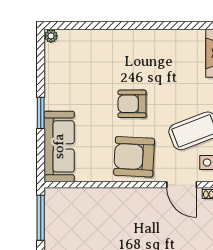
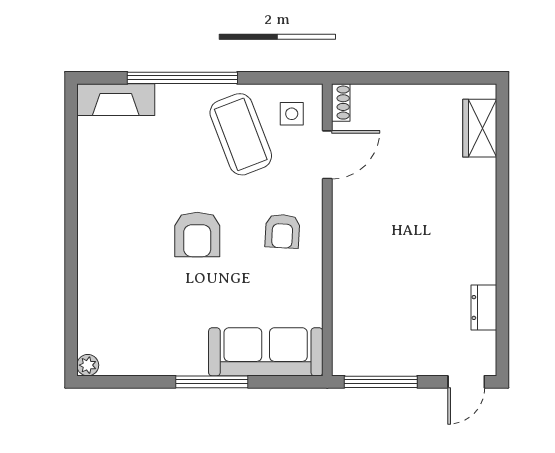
window: (41, 113) -> (212, 382), width x1.44
armchair: (134, 157) -> (282, 231), width x0.53, depth x0.53

